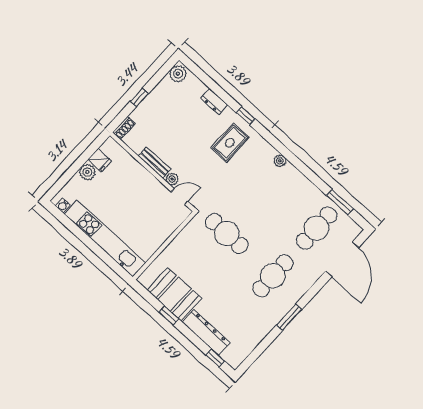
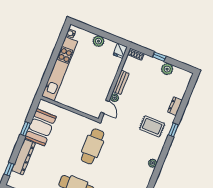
plant: (178, 74) -> (167, 69), moved
fridge: (100, 160) -> (120, 51), moved

